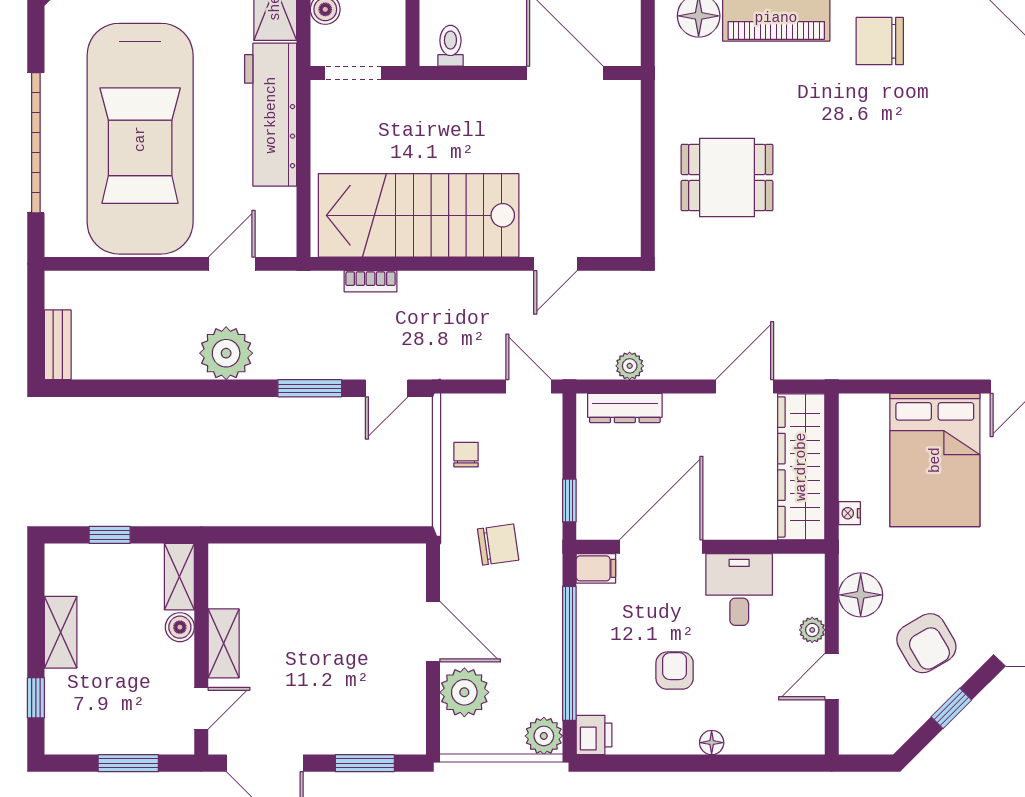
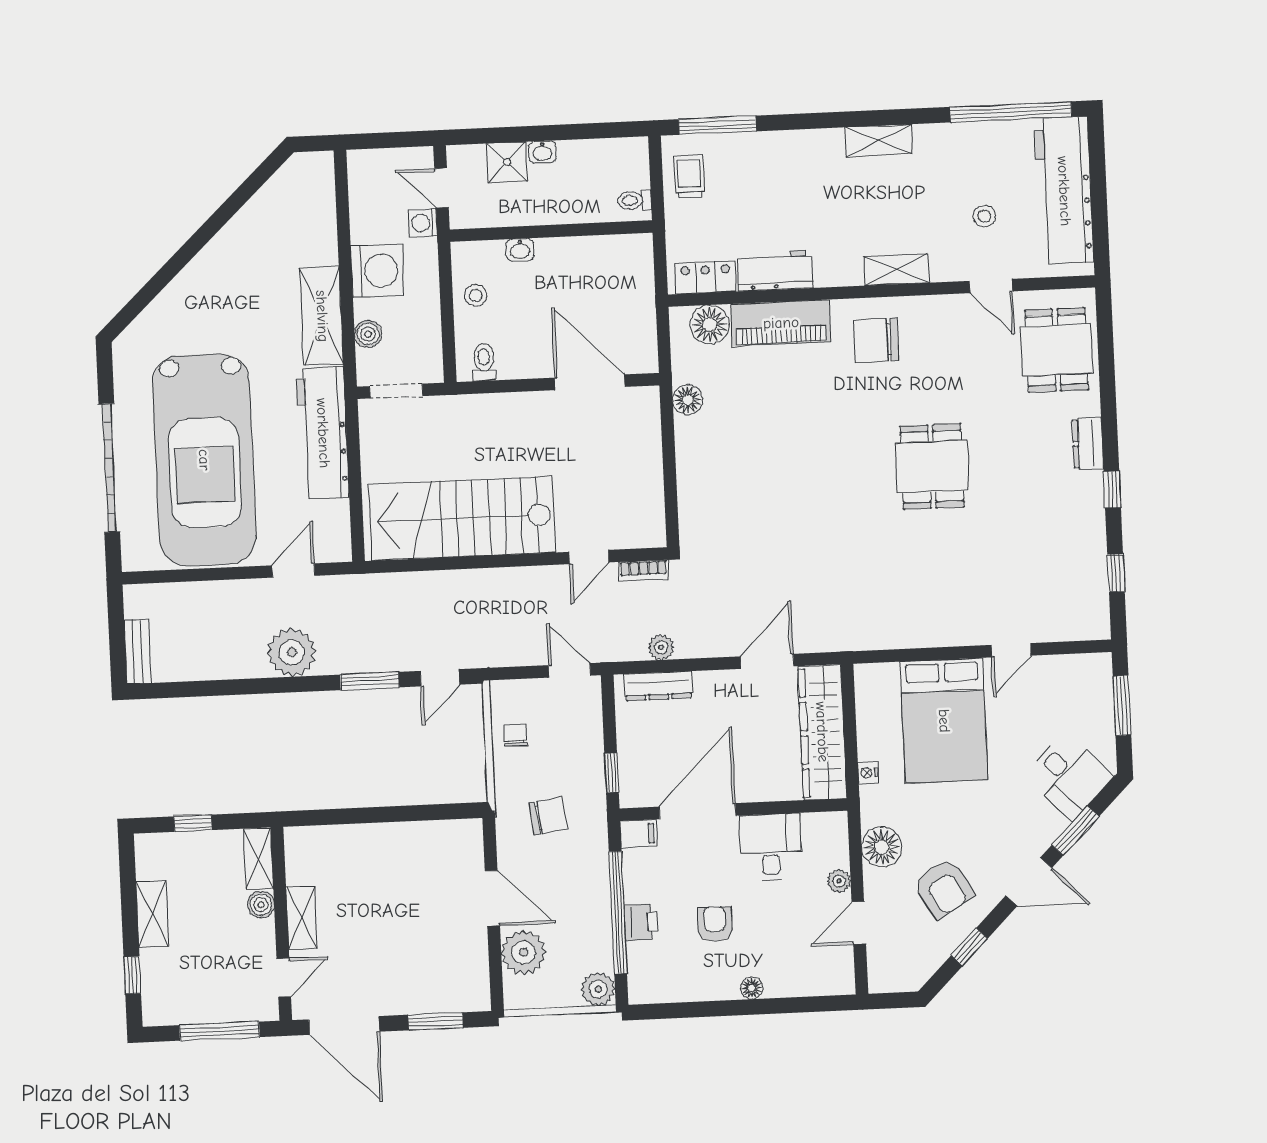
floor lamp: (671, 97) -> (688, 400), added
dining table: (727, 178) -> (932, 467), moved, turned 90
bookcase: (370, 281) -> (644, 571), moved
printer: (594, 735) -> (641, 922), moved
window: (128, 763) -> (219, 1031), width x1.44

